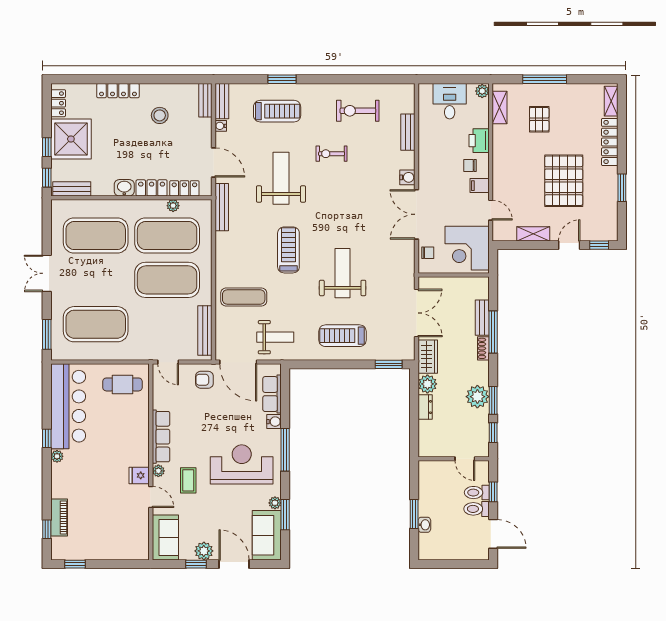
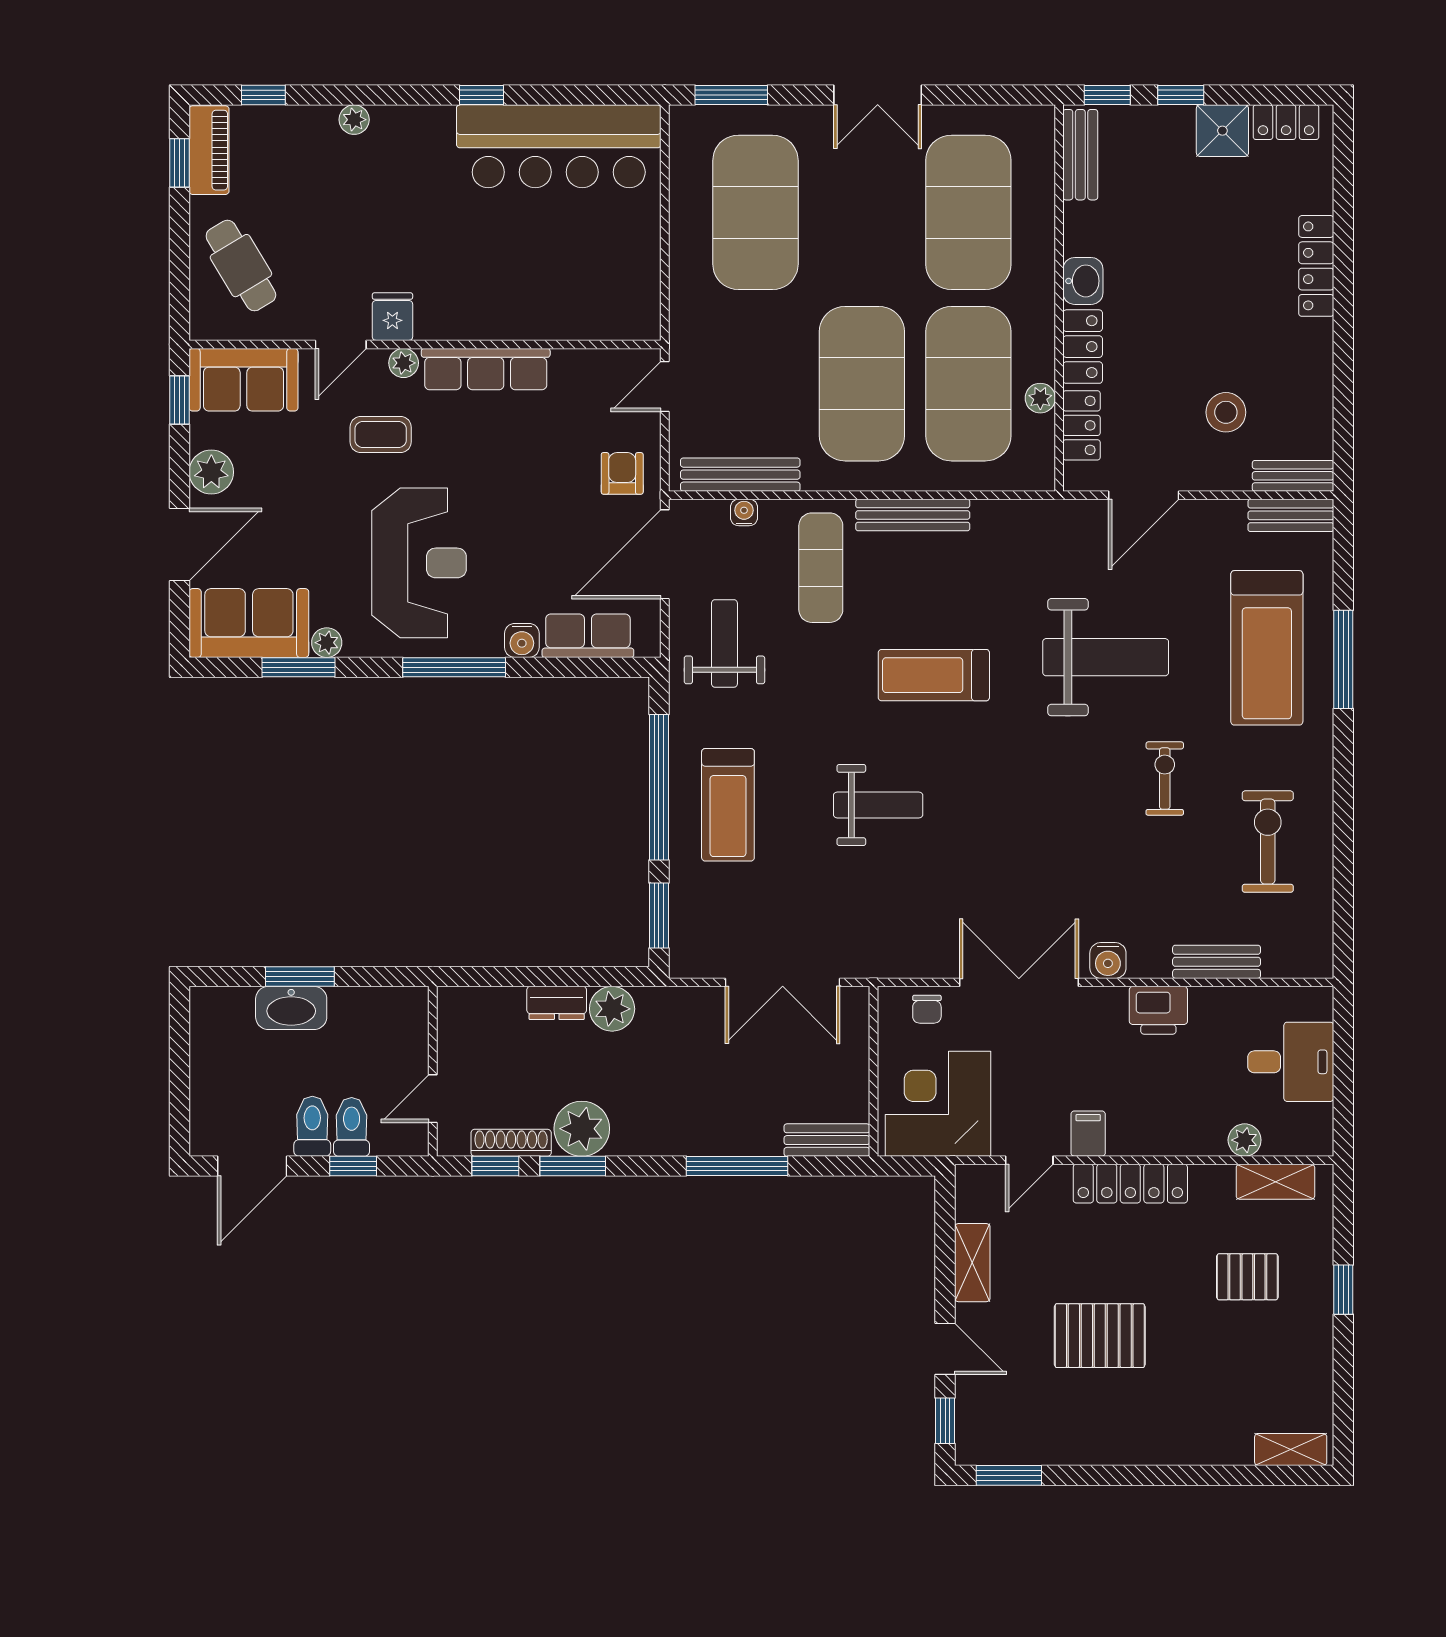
window: (282, 79) -> (1343, 659), width x1.44
window: (545, 79) -> (1343, 1290), width x0.46
plant: (482, 91) -> (1245, 1140), moved
treadmill: (277, 111) -> (1267, 648), width x1.37, depth x1.38
stool: (160, 115) -> (1226, 412), moved
water cooler: (221, 126) -> (744, 512), moved
shower: (71, 139) -> (1222, 131), width x0.54, depth x0.54
printer: (479, 141) -> (1158, 1010), moved, turned 180
locker: (610, 142) -> (1130, 1184), moved, turned 180
chair: (470, 166) -> (1136, 1111), removed
pallet: (564, 181) -> (1100, 1336), width x0.73, depth x0.71
window: (622, 188) -> (1009, 1475), moved
bench: (222, 207) -> (913, 515), moved
treadmill: (288, 250) -> (934, 675), turned 180
double door: (47, 273) -> (878, 95), swing flipped
weight bench: (343, 273) -> (878, 805), width x0.73, depth x0.75
bench: (482, 318) -> (827, 1140), moved
treadmill: (342, 336) -> (728, 805), turned 180
weight bench: (275, 337) -> (724, 643), turned 180
shoe rack: (483, 348) -> (511, 1143), moved, width x1.43
wardrobe: (428, 357) -> (678, 1009), removed
window: (335, 364) -> (659, 787), added
cafe table: (122, 384) -> (241, 266), moved, turned -31
plant: (57, 456) -> (354, 120), moved
piano: (59, 517) -> (209, 150), moved, turned -90
washbasin: (424, 525) -> (291, 1008), width x1.91, depth x1.45
window: (196, 564) -> (179, 400), moved

